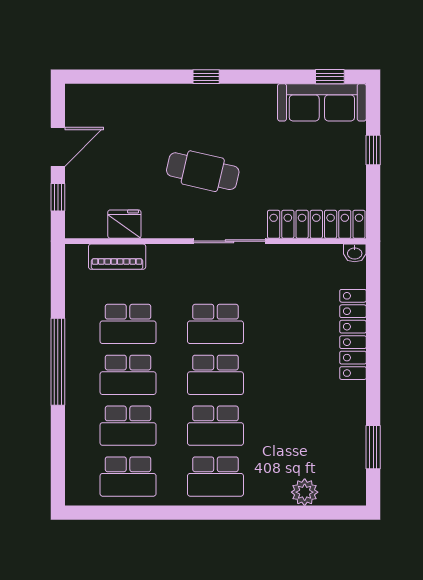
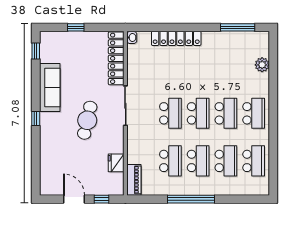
sofa: (322, 102) -> (50, 88), moved
piano: (117, 257) -> (134, 180), moved
window: (373, 447) -> (238, 27), width x1.44

